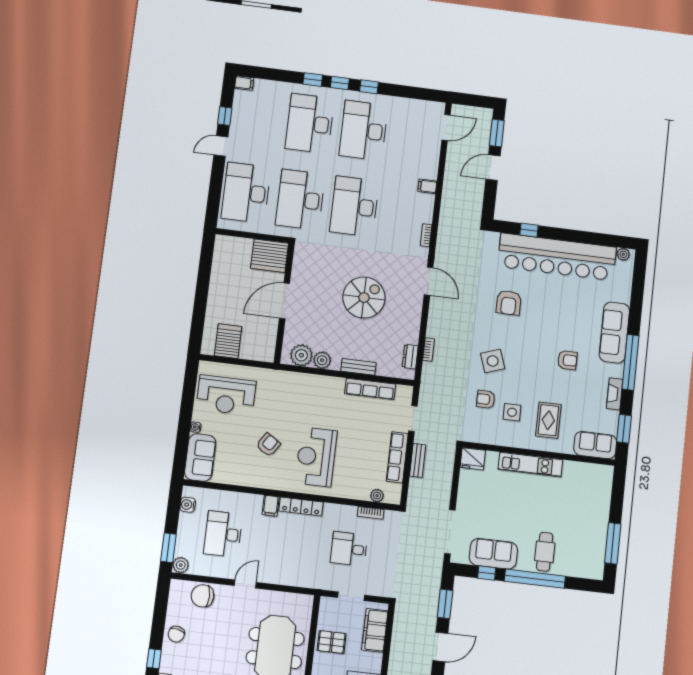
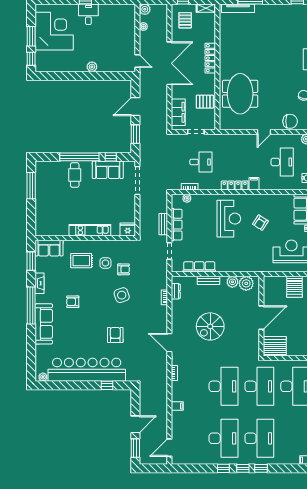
rug: (548, 420) -> (81, 261), turned 90

